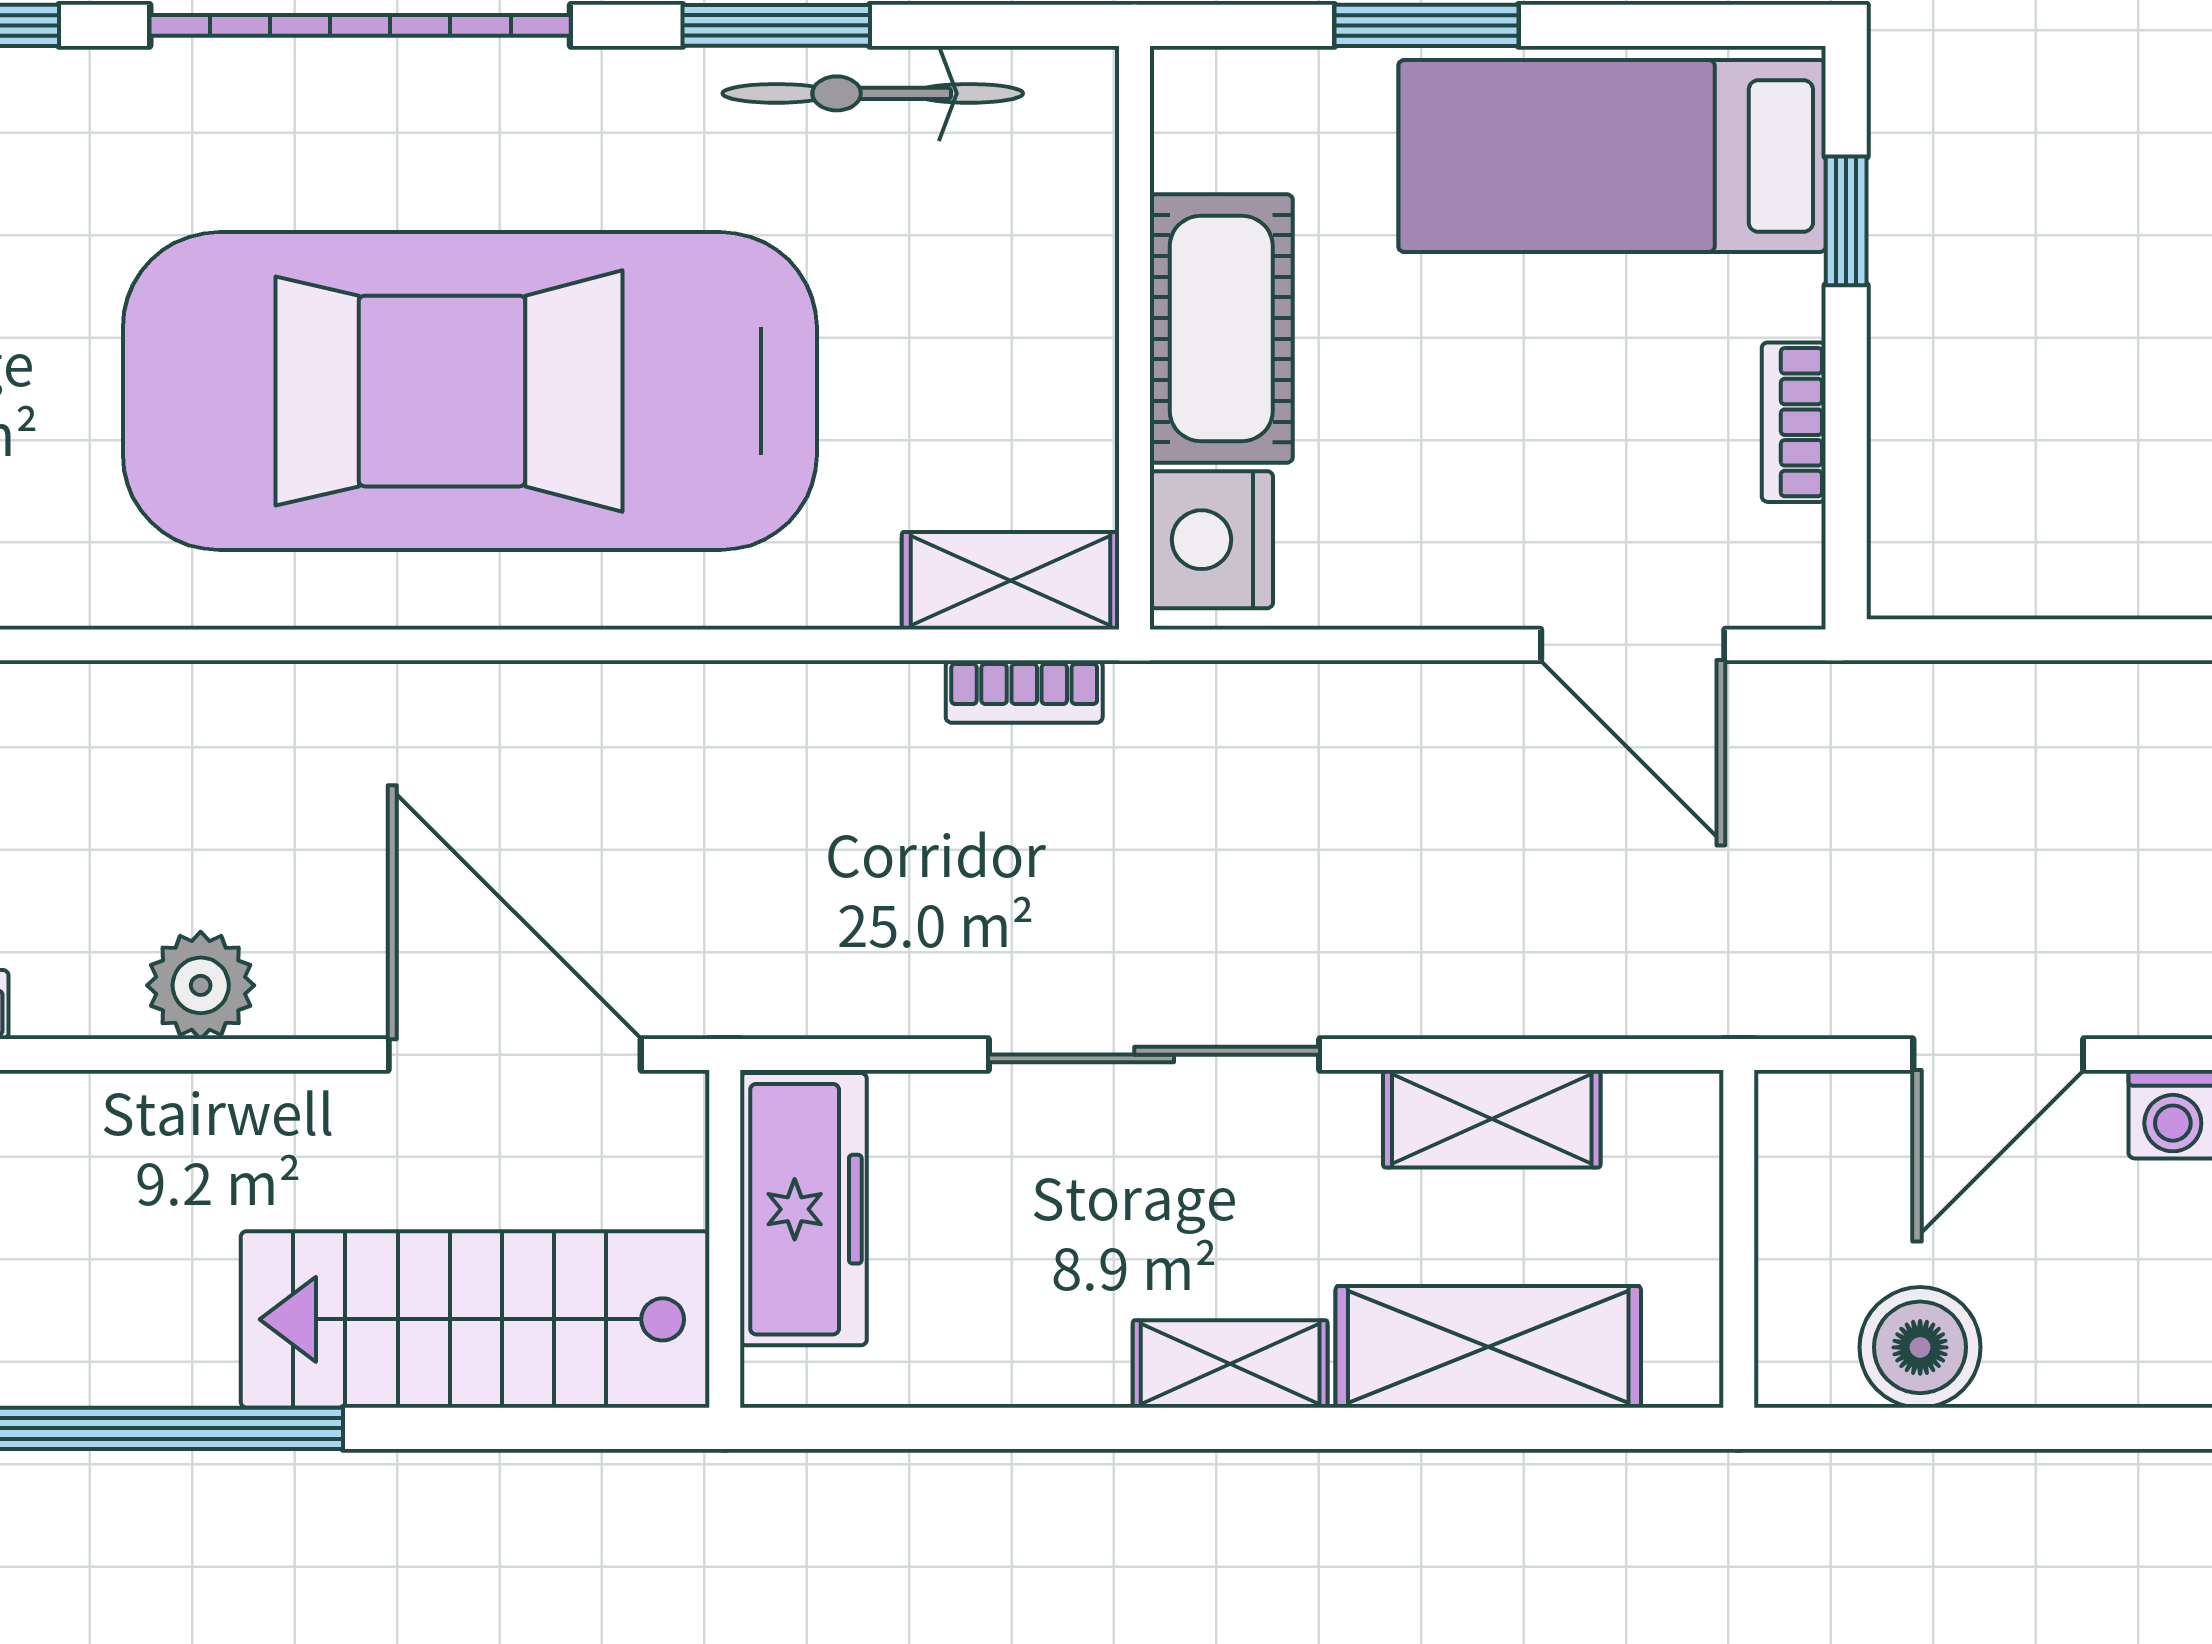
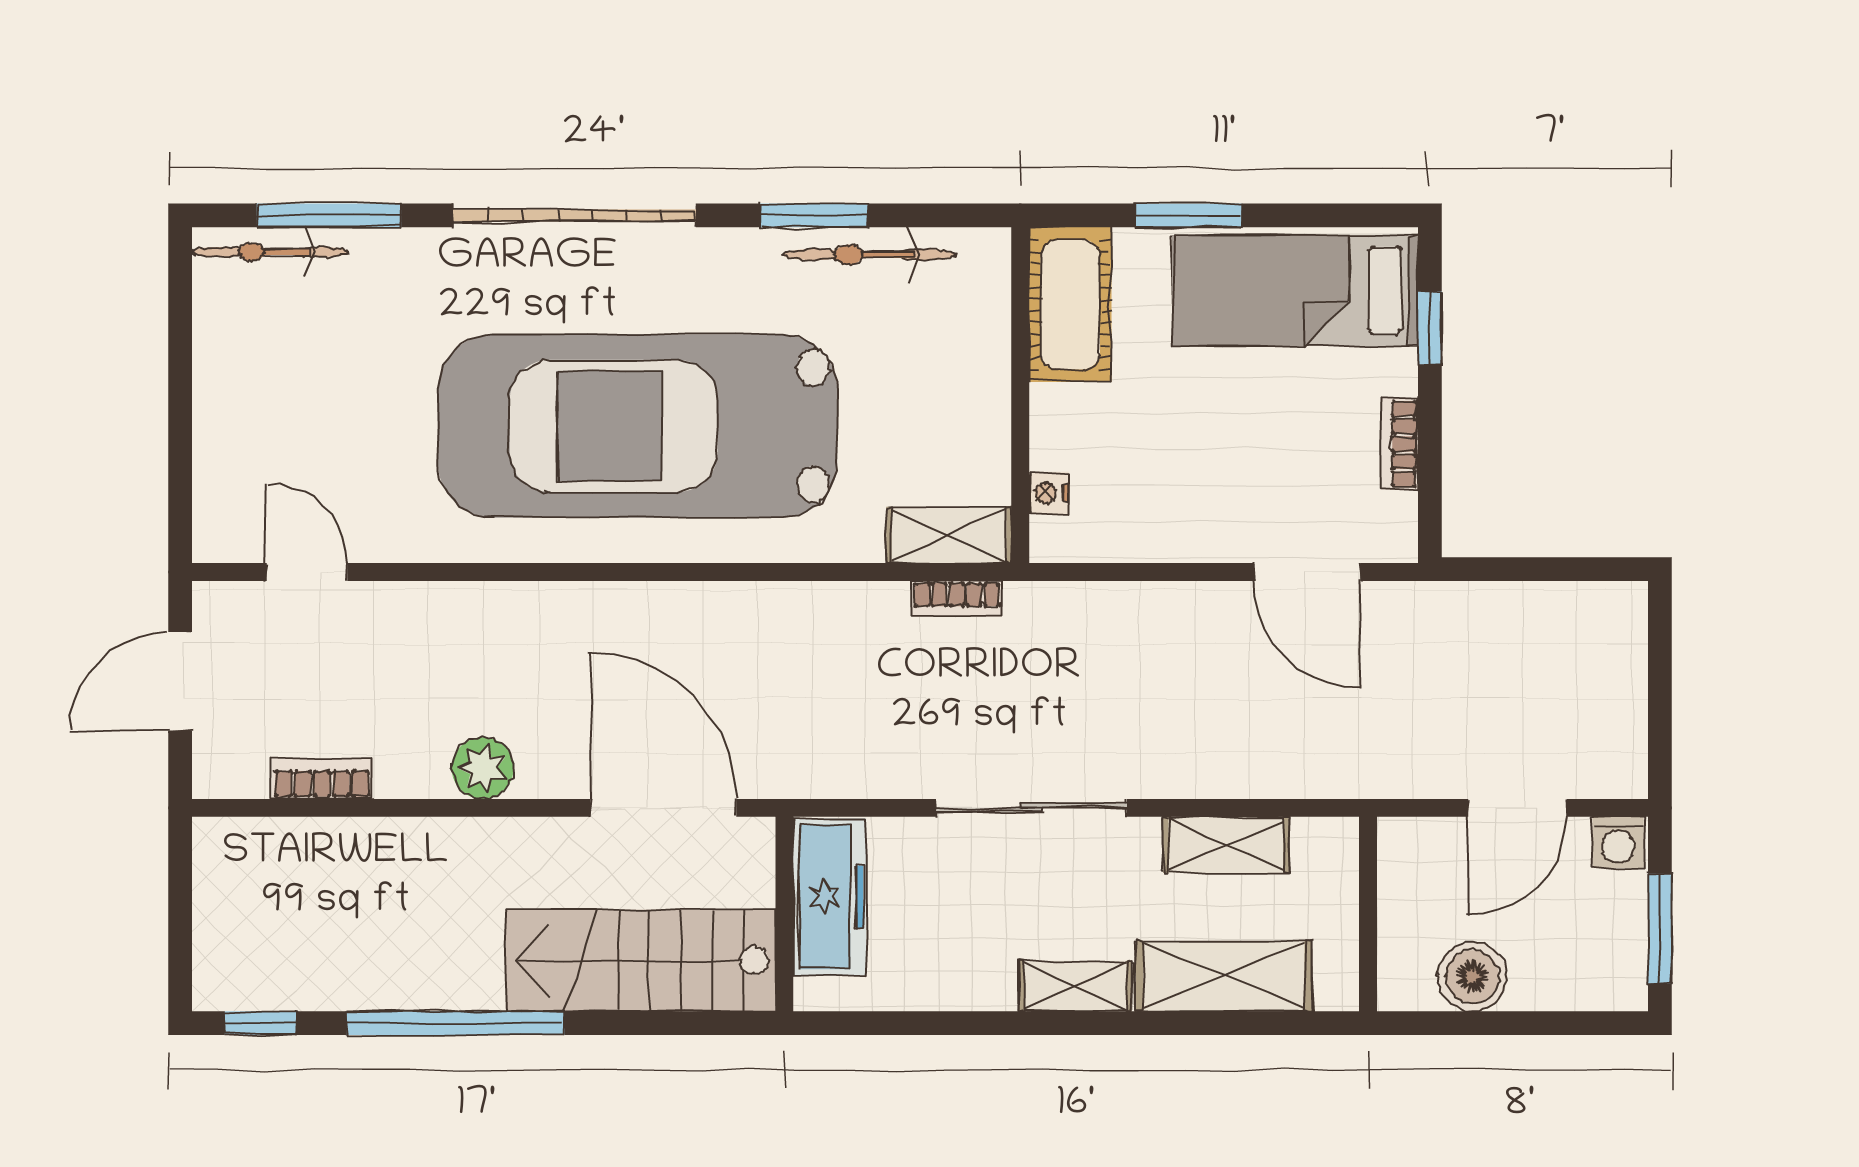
cot: (1221, 328) -> (1070, 305), moved
nightstand: (1211, 540) -> (1049, 493), width x0.53, depth x0.56

